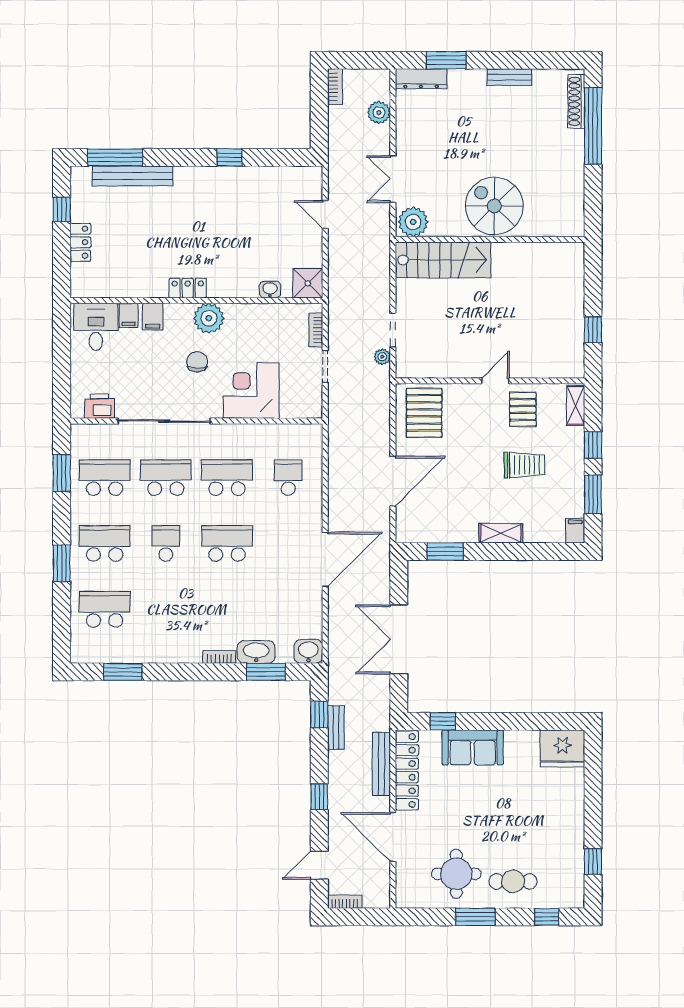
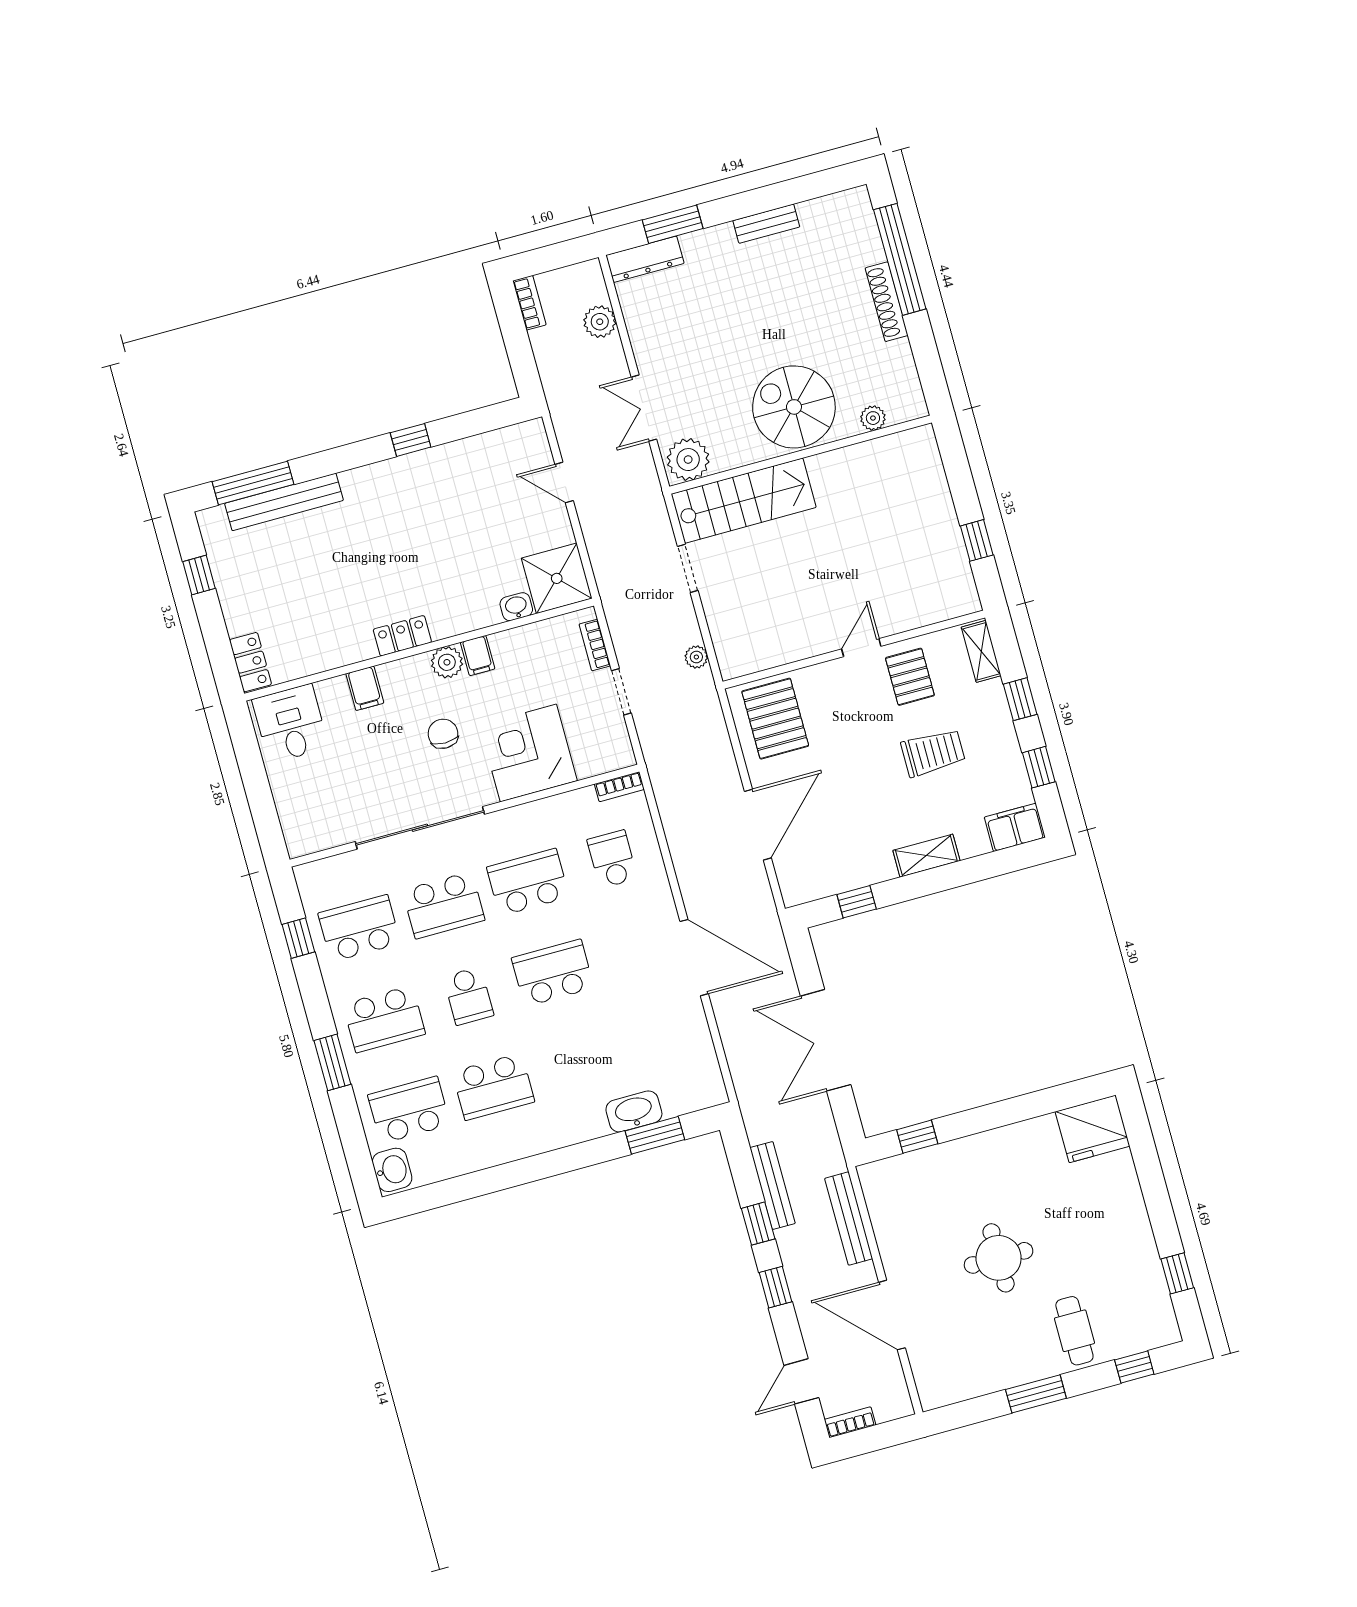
shoe rack: (576, 101) -> (887, 302), moved
plant: (546, 228) -> (873, 418), added
locker: (80, 242) -> (250, 662), moved
shower: (308, 283) -> (557, 578), width x1.36, depth x1.36
filing cabinet: (129, 315) -> (478, 656), moved
plant: (209, 318) -> (447, 662), width x0.73, depth x0.73
doorway: (393, 330) -> (688, 568), moved
printer: (100, 406) -> (325, 832), removed
window: (62, 473) -> (298, 938), width x0.67
school desk: (166, 478) -> (444, 905), turned 180
window: (593, 494) -> (1039, 767), width x0.67
filing cabinet: (575, 531) -> (1015, 827), width x2.00
school desk: (105, 543) -> (384, 1019), turned 180
school desk: (166, 543) -> (468, 996), turned 180
window: (445, 551) -> (857, 902), width x0.67
door: (325, 559) -> (694, 958), hinge flipped
school desk: (166, 609) -> (493, 1087), added
washbasin: (308, 651) -> (392, 1170), moved, turned 90
bookcase: (219, 657) -> (619, 787), moved, turned 180
window: (123, 672) -> (458, 1189), removed
window: (319, 714) -> (758, 1224), moved
bench: (336, 728) -> (773, 1186), width x1.36
sofa: (473, 747) -> (968, 1161), removed
locker: (407, 770) -> (886, 1218), removed
round table: (456, 874) -> (999, 1258), moved
cafe table: (513, 881) -> (1074, 1331), turned 90

